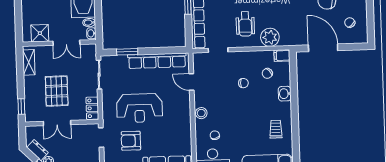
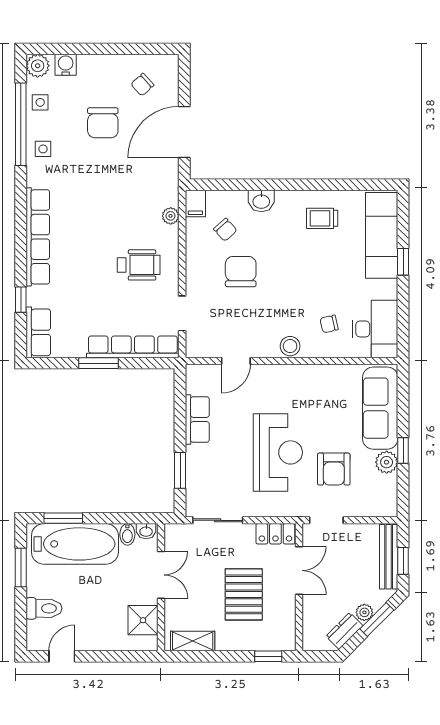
plant: (270, 37) -> (171, 216), width x0.53, depth x0.53
row of seats: (157, 61) -> (197, 419), width x0.50
chair: (243, 83) -> (241, 272), width x1.87, depth x1.87
pallet: (57, 91) -> (244, 594), turned 90
double door: (57, 123) -> (299, 570), moved

